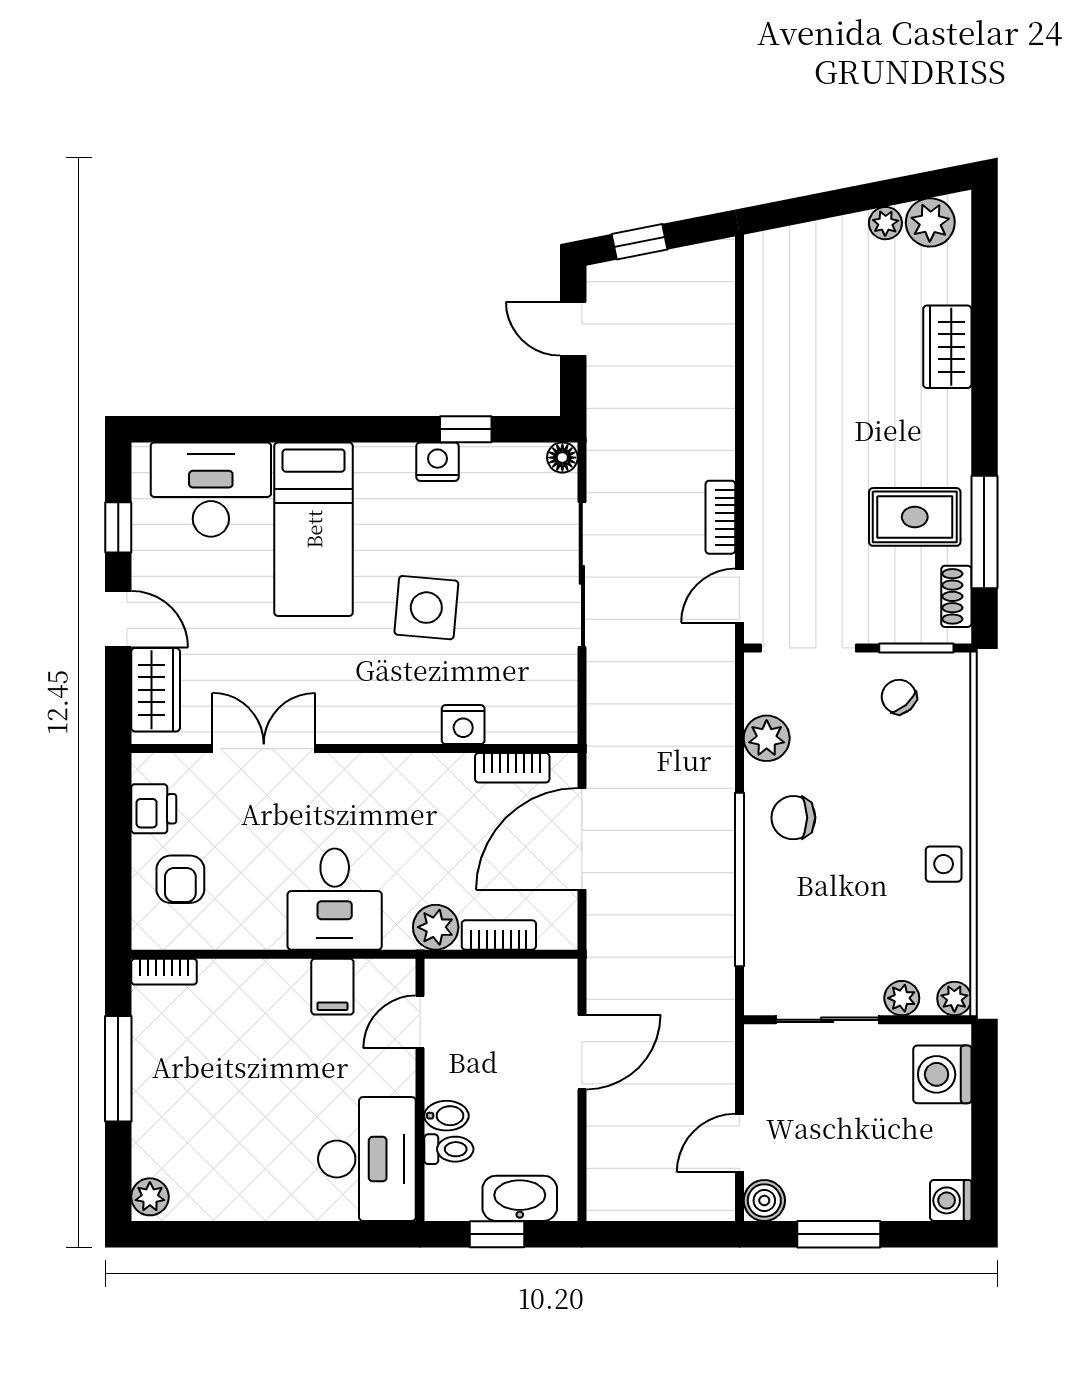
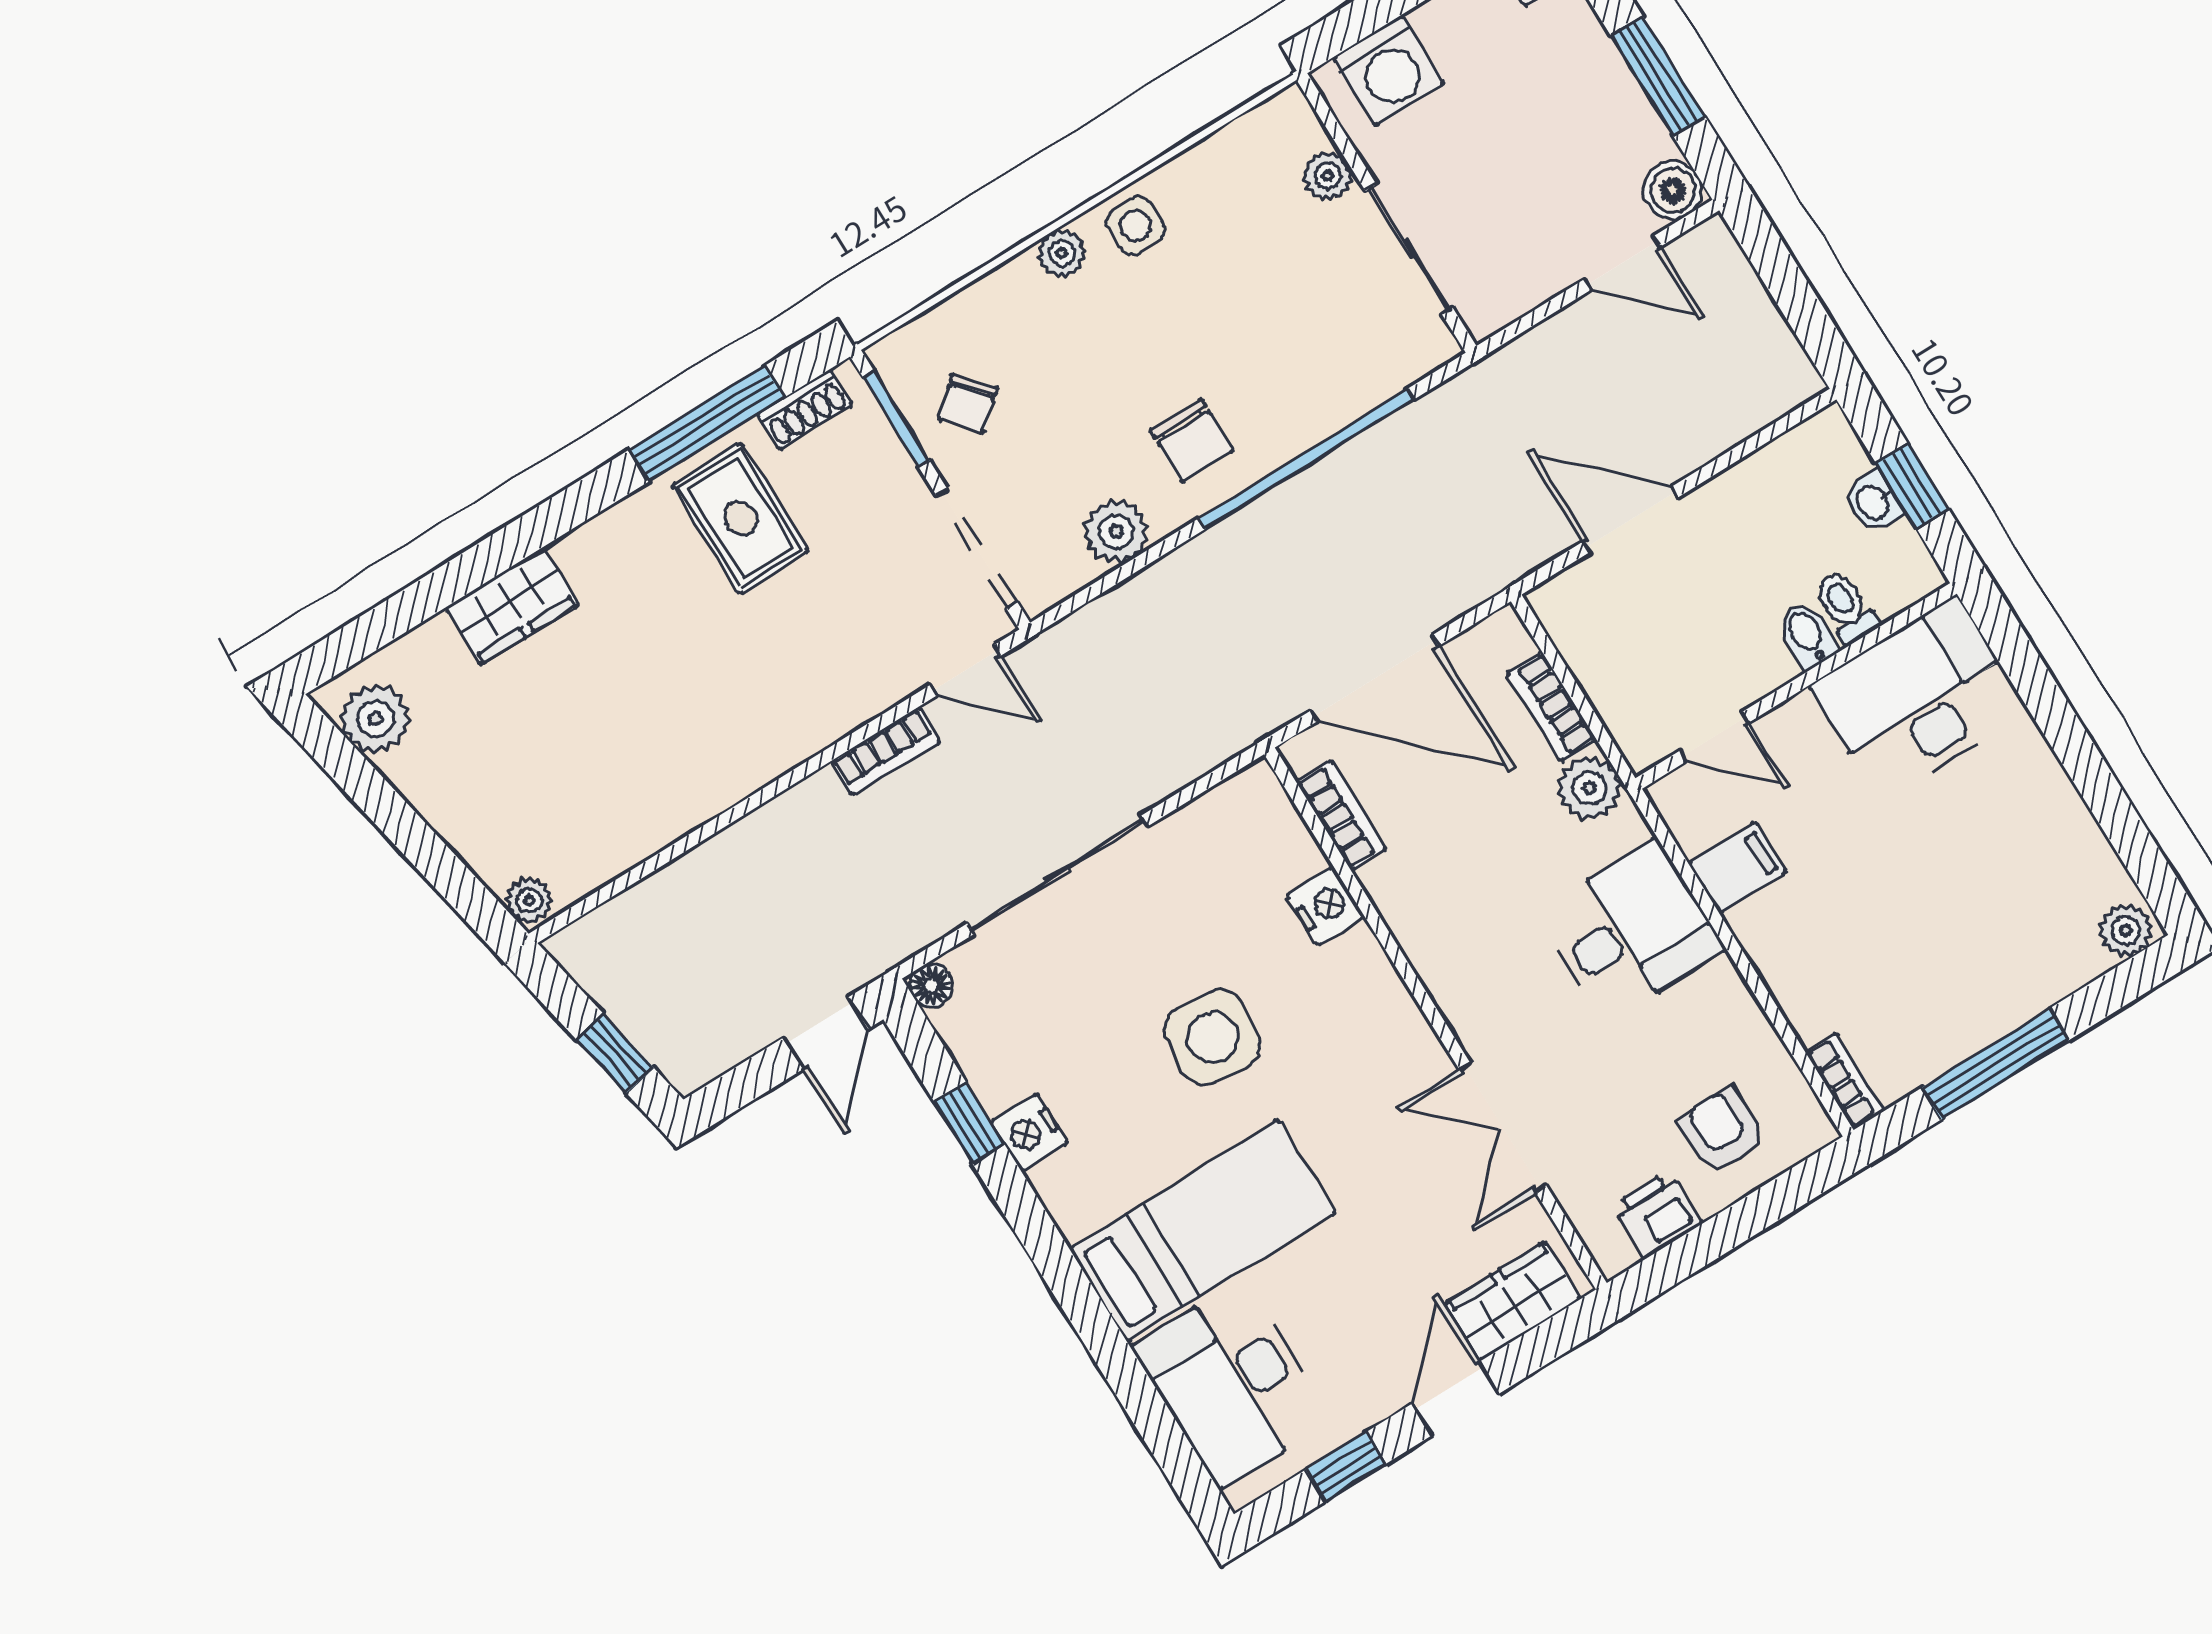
plant: (885, 223) -> (529, 900), moved
door: (573, 329) -> (826, 1033), moved
armchair: (180, 879) -> (1722, 1130), turned -90
plant: (954, 998) -> (1062, 253), moved
washbasin: (520, 1198) -> (1874, 502), width x0.52, depth x0.69

